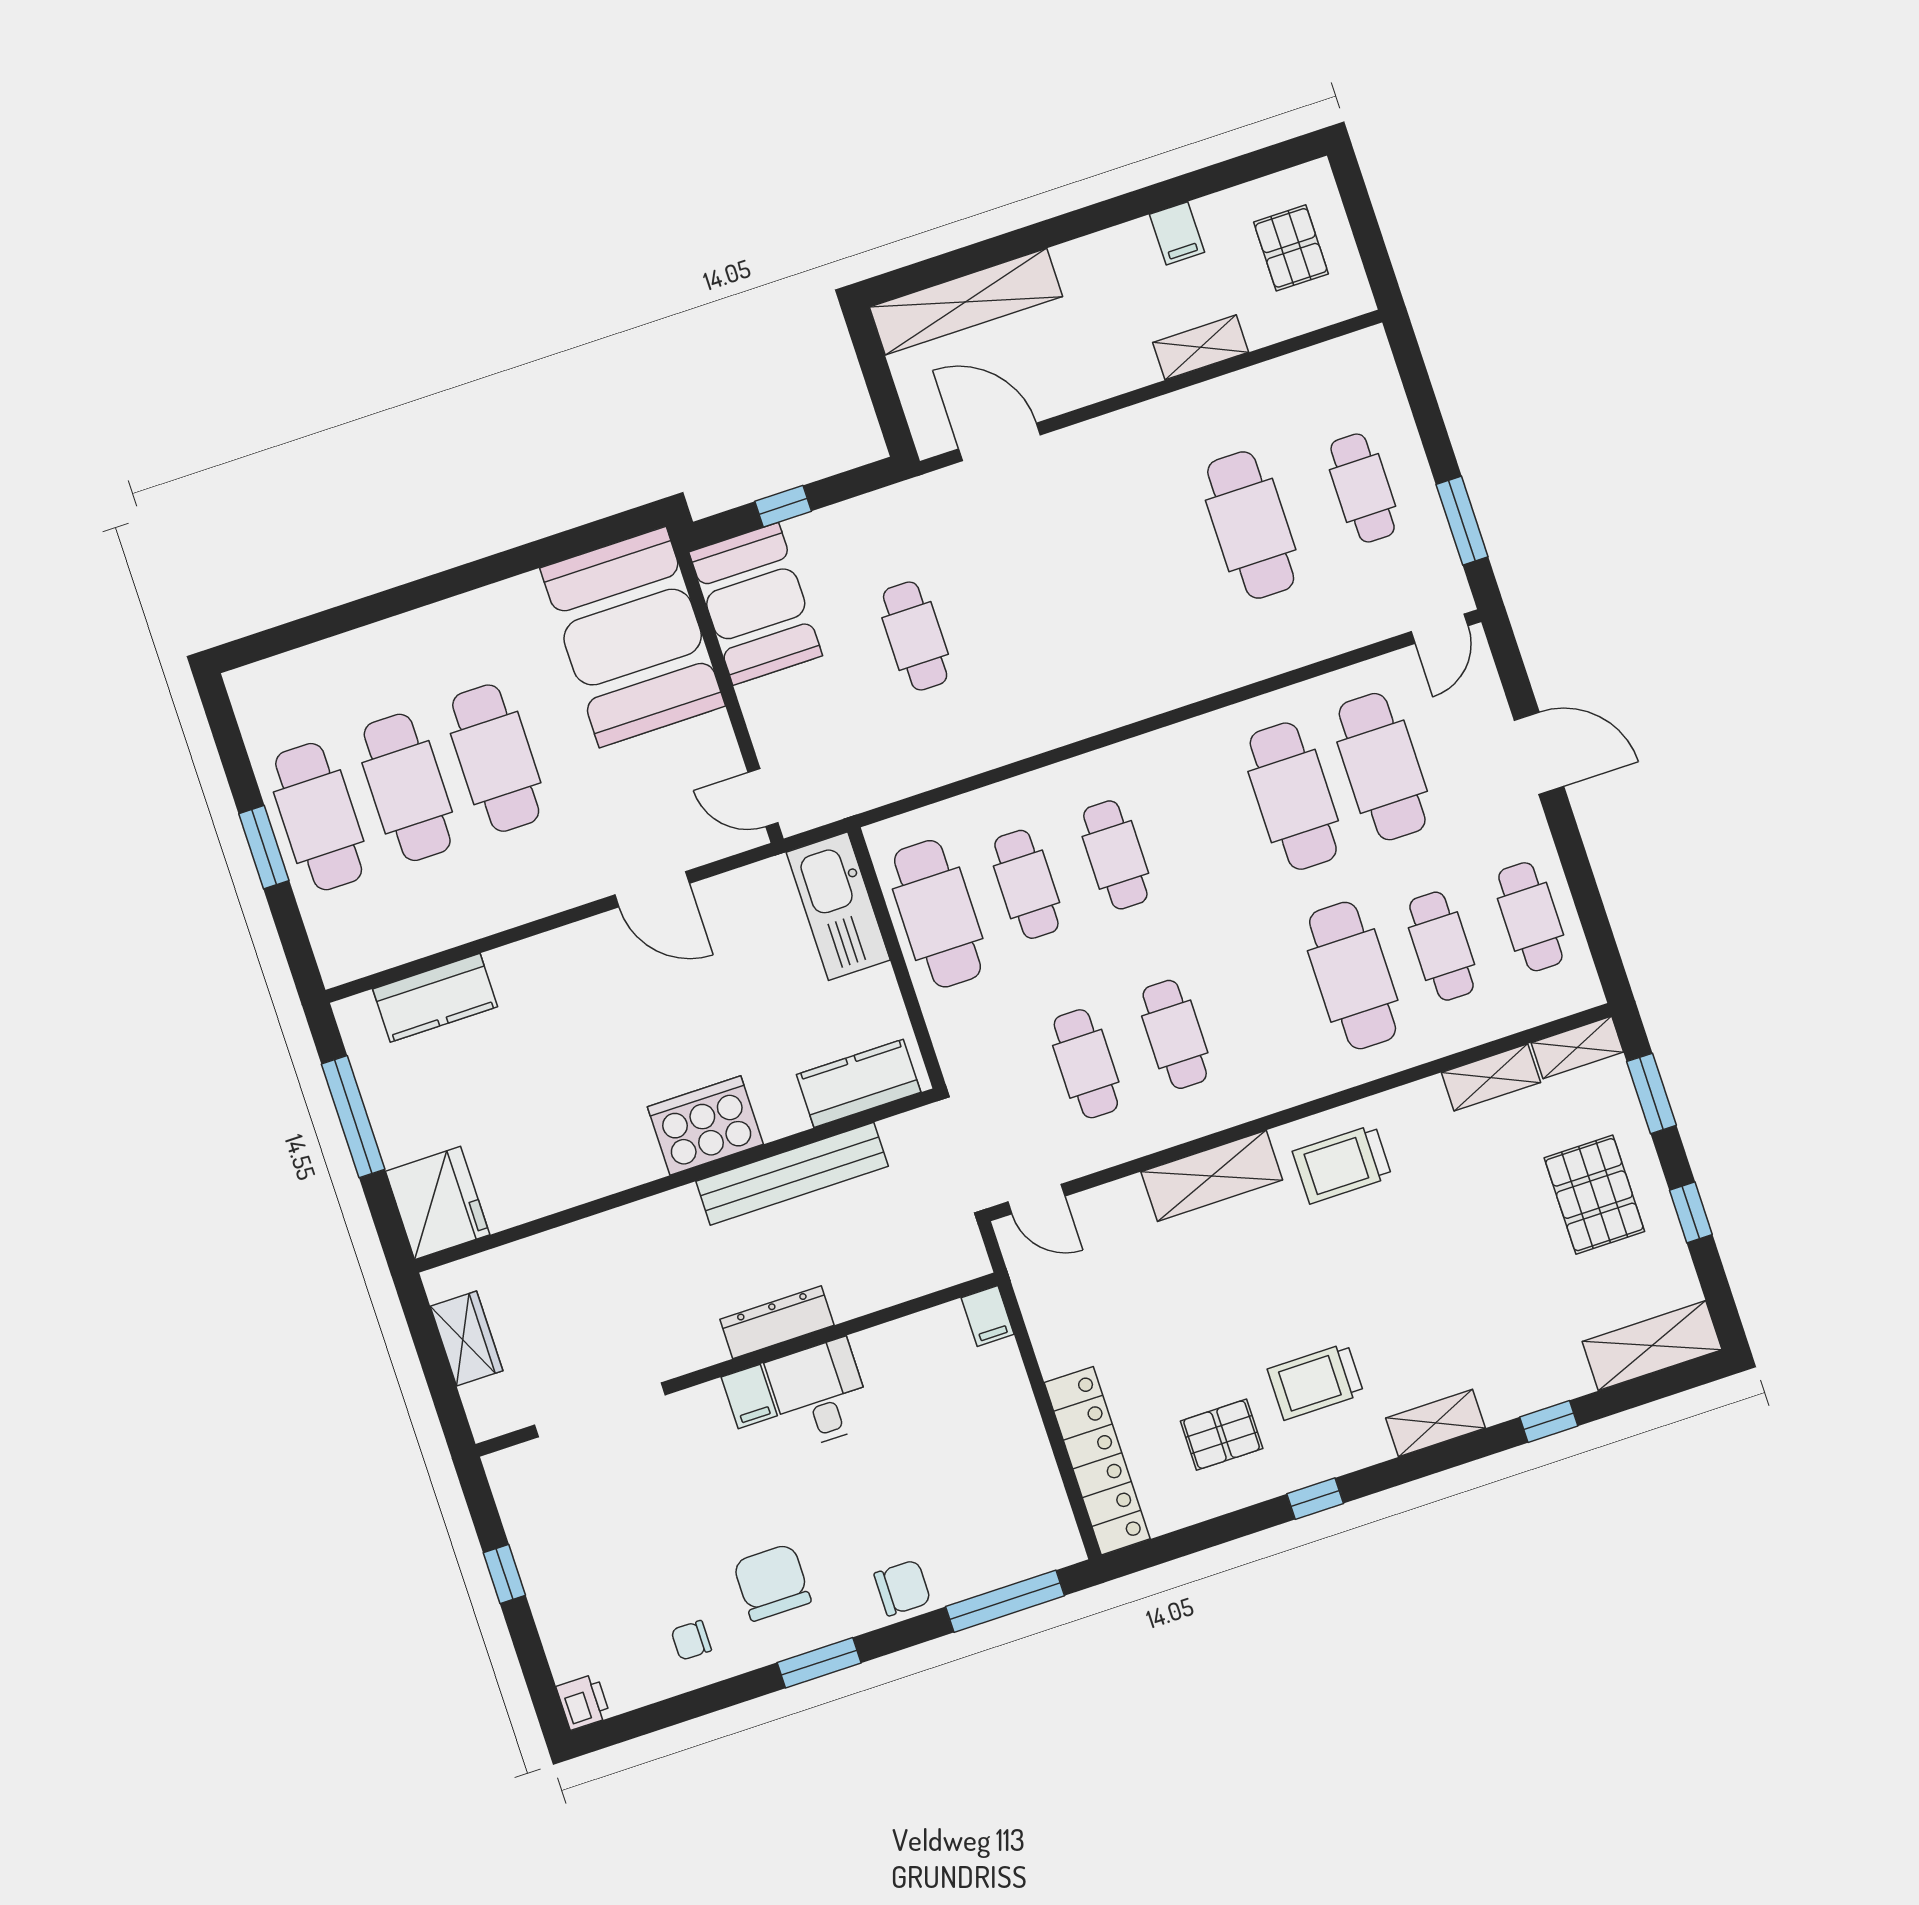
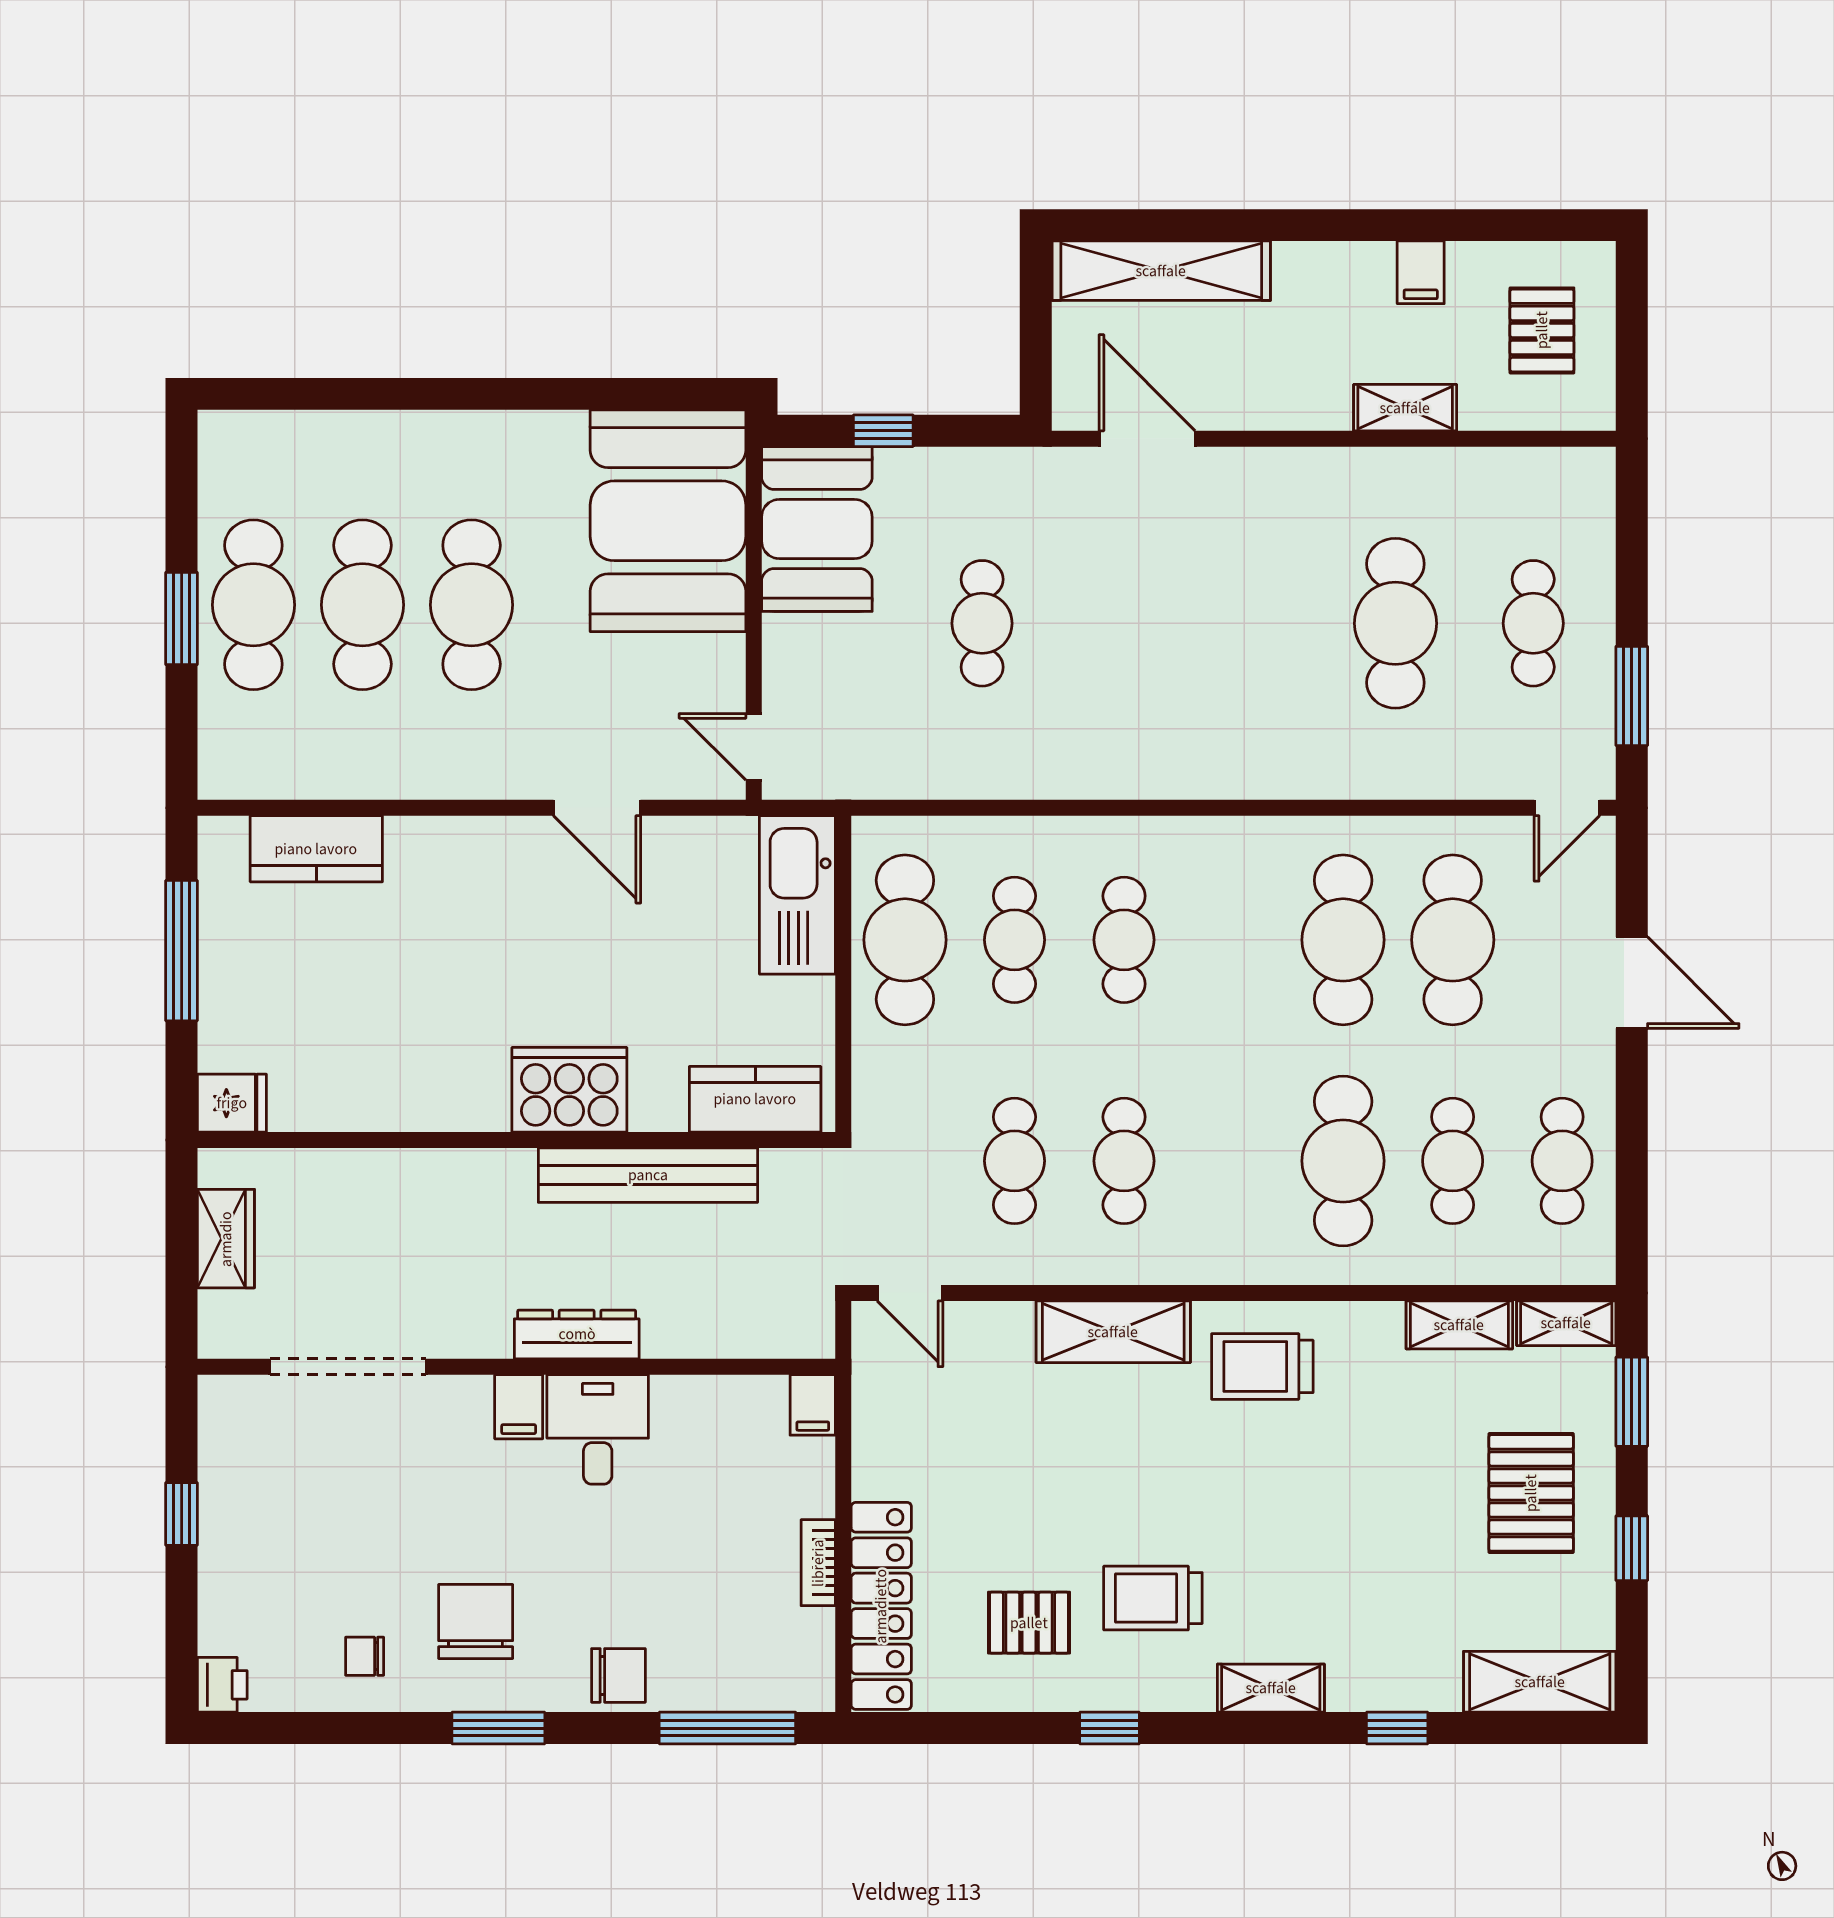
fridge: (438, 1203) -> (232, 1103), width x0.53, depth x0.75
bookcase: (1034, 1443) -> (818, 1563), added

